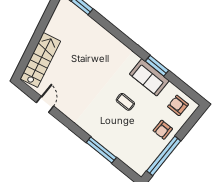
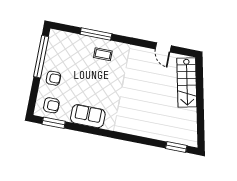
window: (157, 66) -> (54, 123), moved
coffee table: (125, 102) -> (103, 54), moved
armchair: (163, 130) -> (53, 78), turned 90

